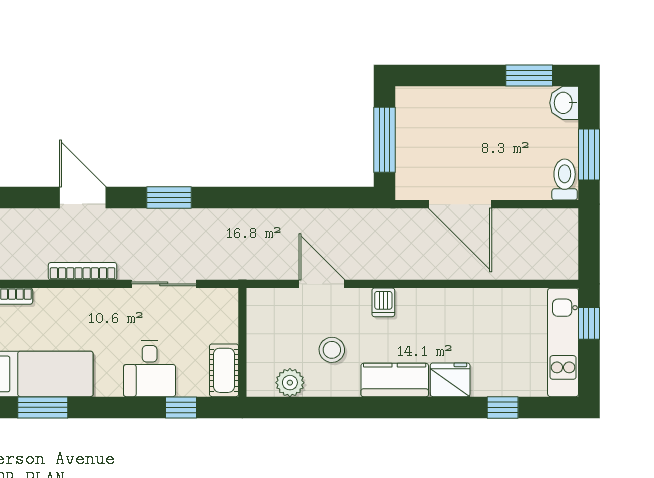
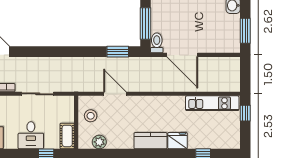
toilet: (565, 180) -> (157, 43), moved
window: (169, 198) -> (118, 52), moved
dishwasher: (383, 302) -> (145, 103), removed
kitchen unit: (563, 342) -> (212, 103), moved, turned -90
stool: (332, 350) -> (91, 116), moved

